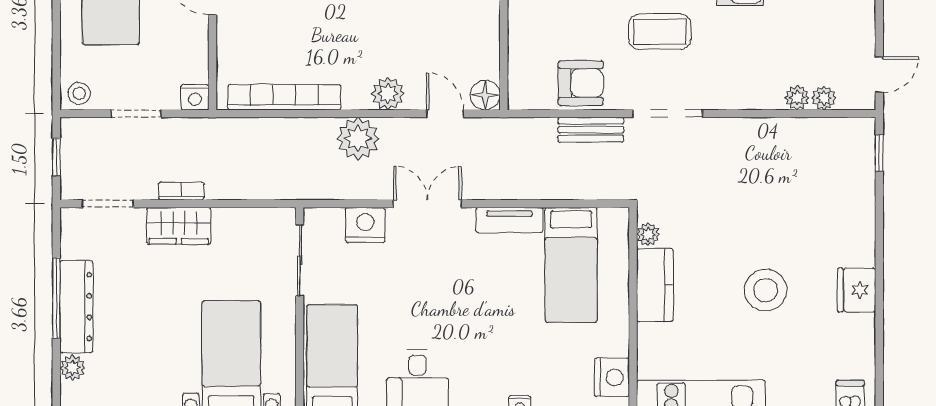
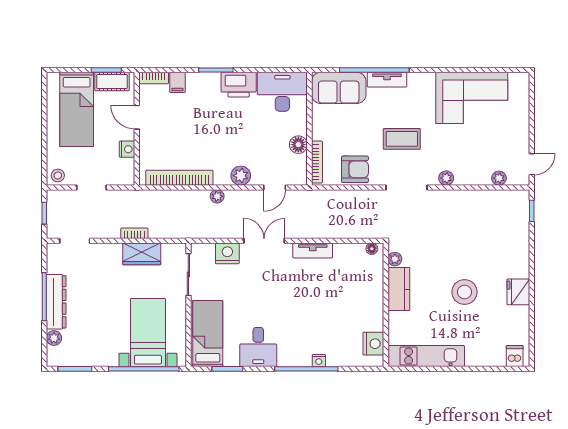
bookcase: (516, 71) -> (317, 162), added
floor lamp: (485, 95) -> (298, 145), moved
nightstand: (195, 97) -> (127, 149), moved, turned -90
plant: (797, 98) -> (446, 178), moved
door: (445, 114) -> (275, 187), swing flipped
bench: (591, 130) -> (361, 197), removed
plant: (358, 139) -> (217, 196), width x0.53, depth x0.53
bookcase: (181, 191) -> (134, 233), moved
floor lamp: (609, 217) -> (372, 249), added
wardrobe: (179, 226) -> (142, 254), moved
bed: (571, 265) -> (349, 277), removed

